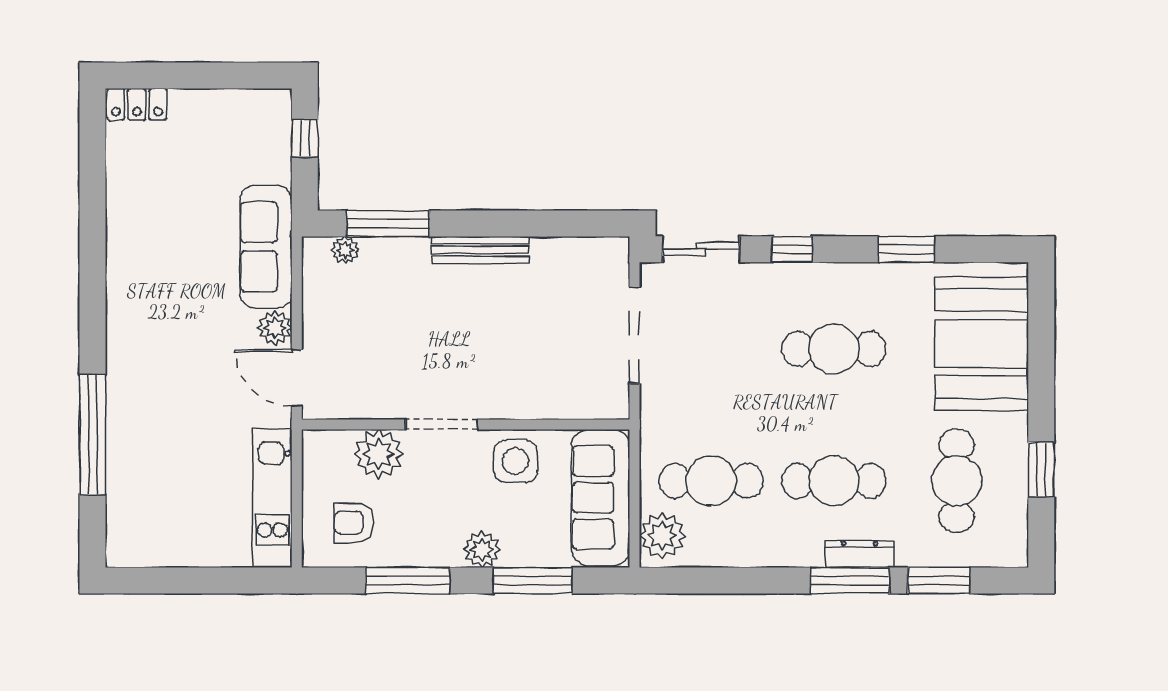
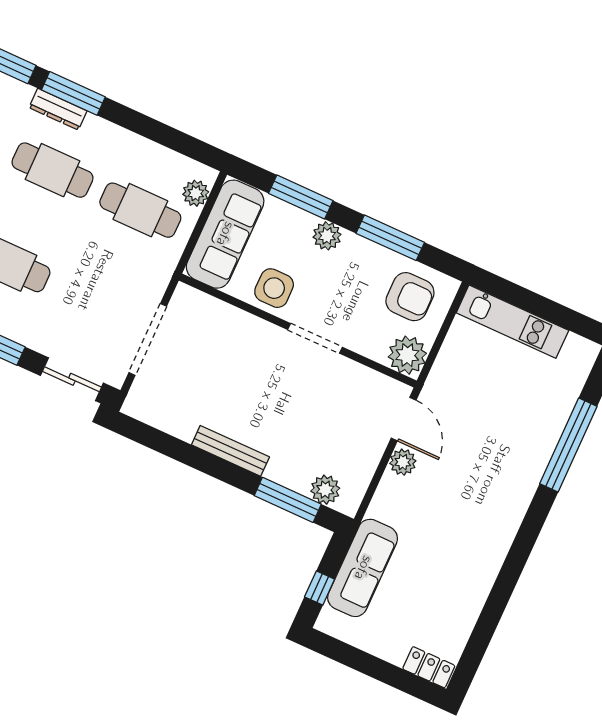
sofa: (266, 247) -> (363, 568), moved
plant: (345, 250) -> (325, 490), width x1.38, depth x1.38
plant: (379, 454) -> (407, 355), moved
kitchen unit: (272, 498) -> (512, 322), moved, turned 90
armchair: (354, 523) -> (410, 297), width x1.38, depth x1.38
plant: (662, 536) -> (196, 193), width x0.73, depth x0.73

